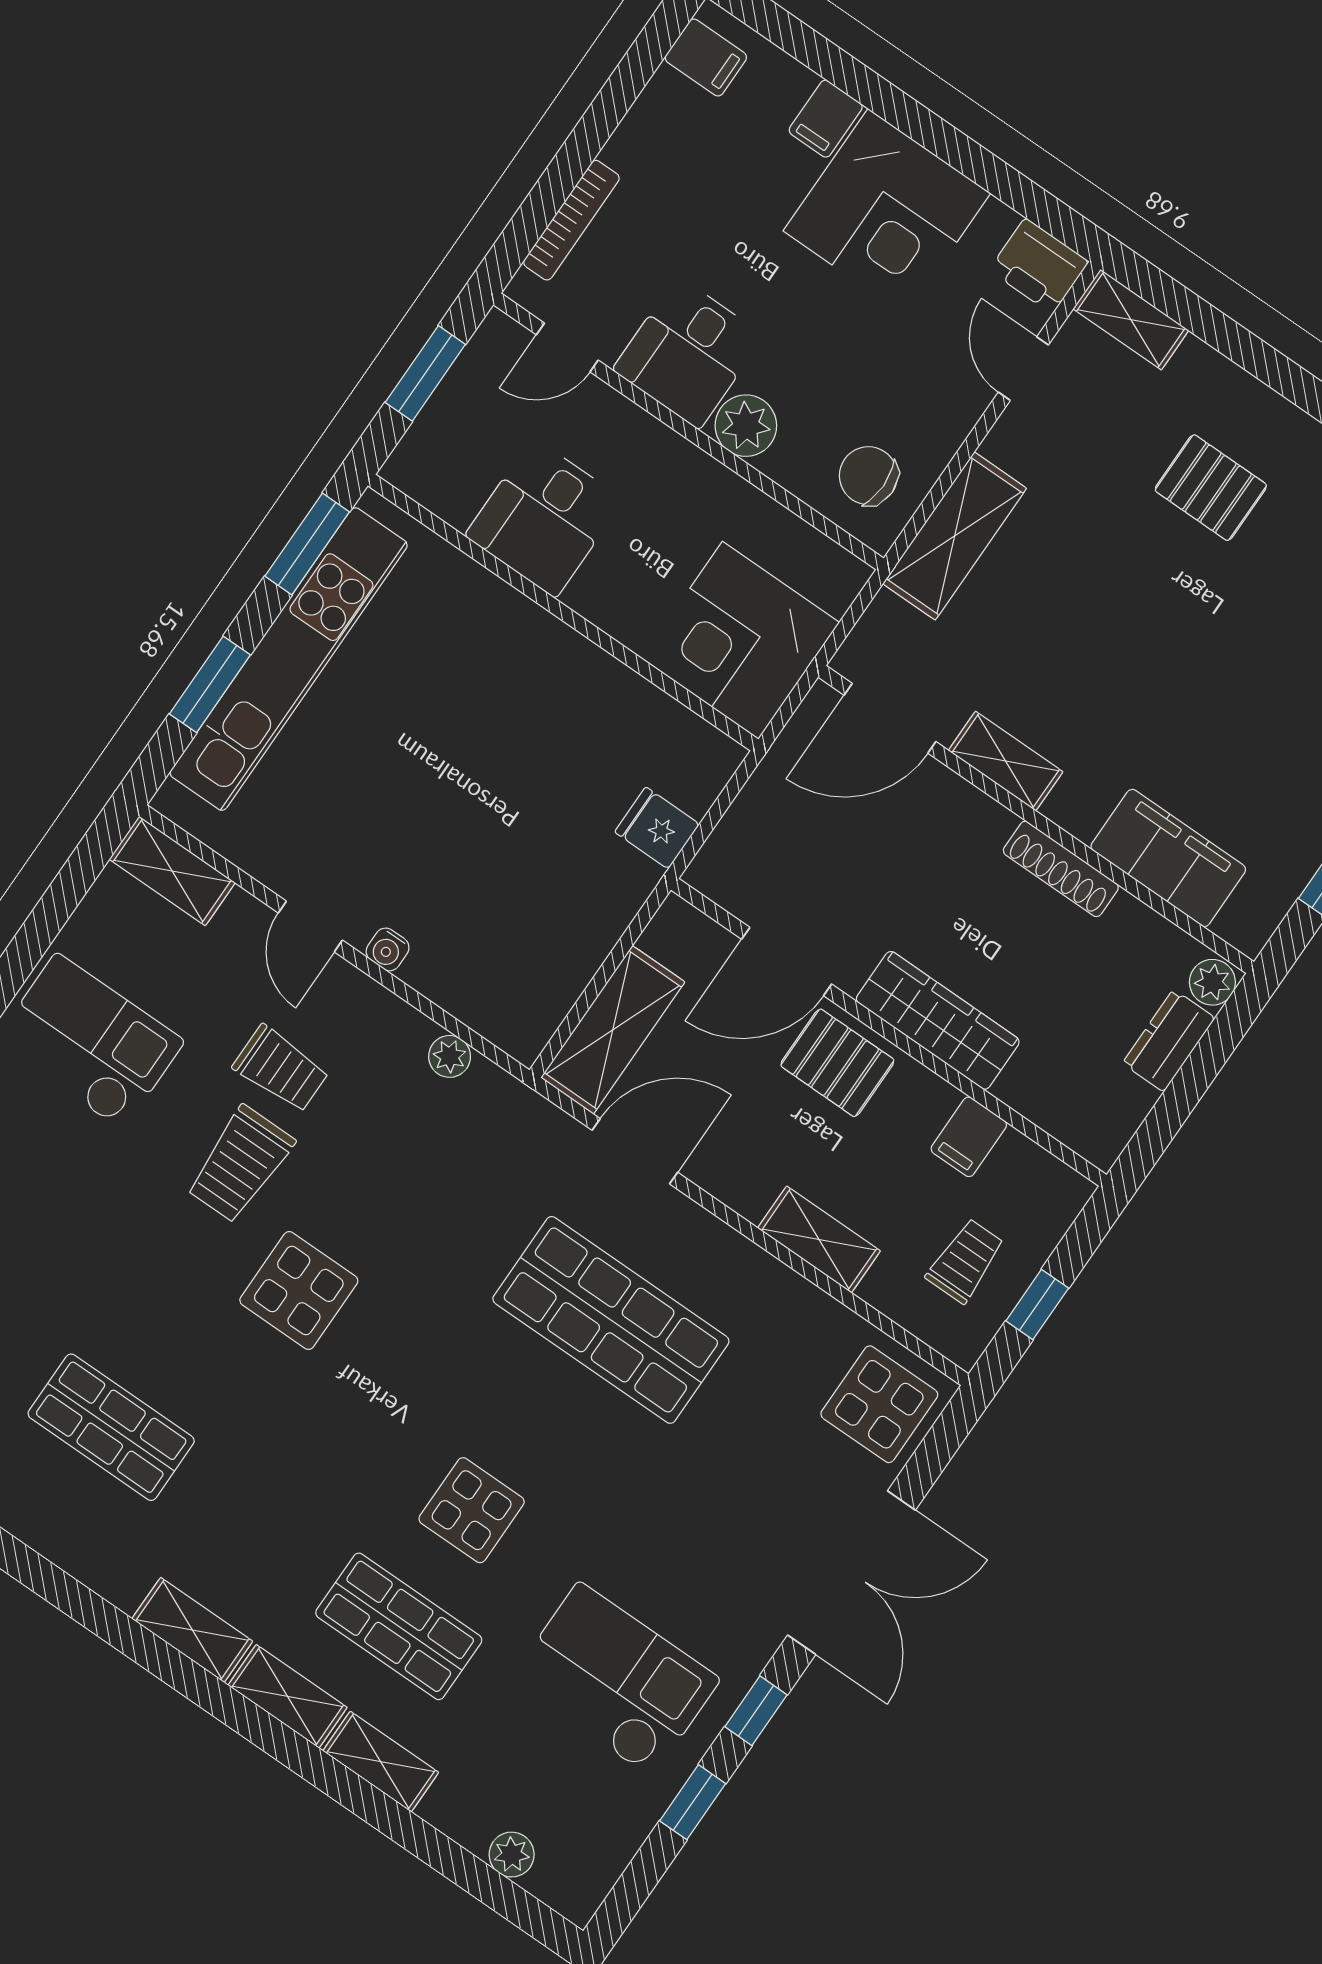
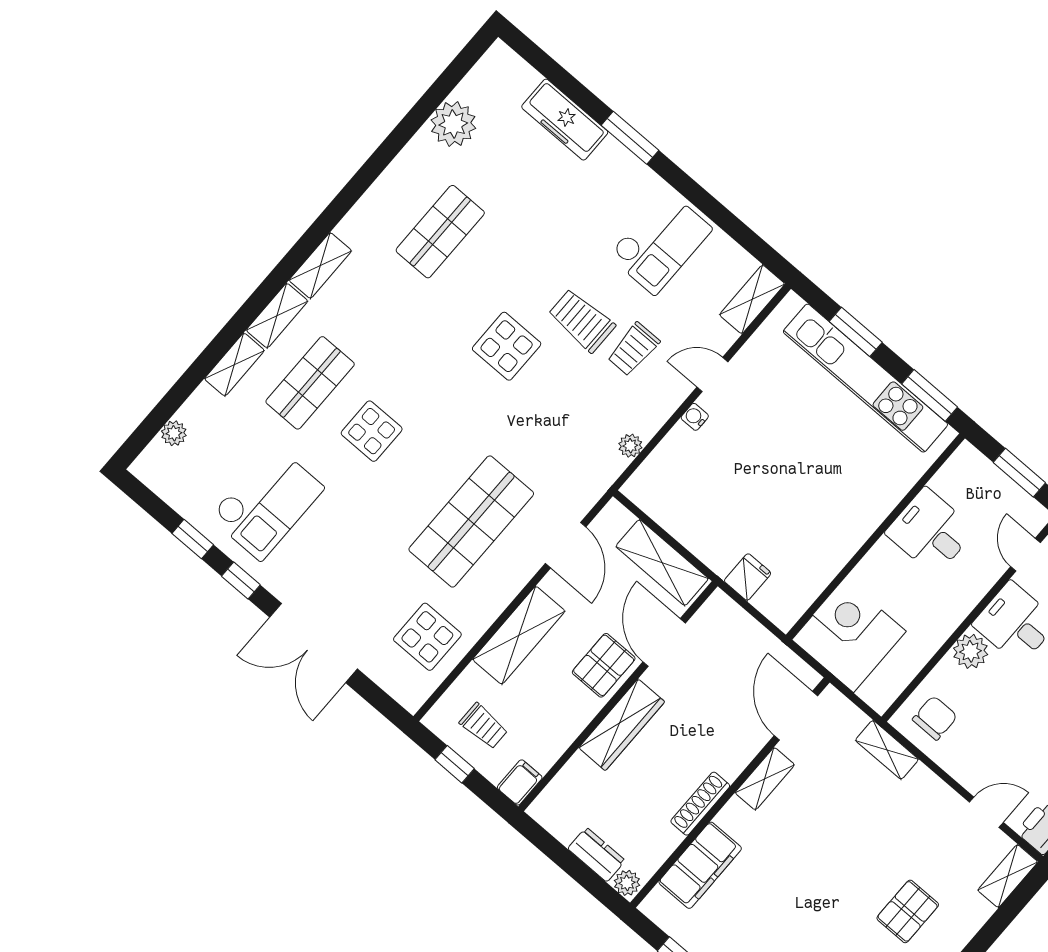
shelving: (955, 536) -> (887, 750), width x0.67, depth x0.75
shelving: (613, 1030) -> (662, 563), moved
filing cabinet: (969, 1137) -> (520, 782), moved, turned 90
shelving: (819, 1239) -> (519, 635), width x1.50, depth x1.33
display table: (879, 1404) -> (427, 637), moved

